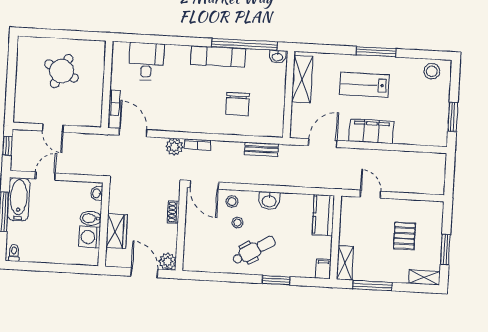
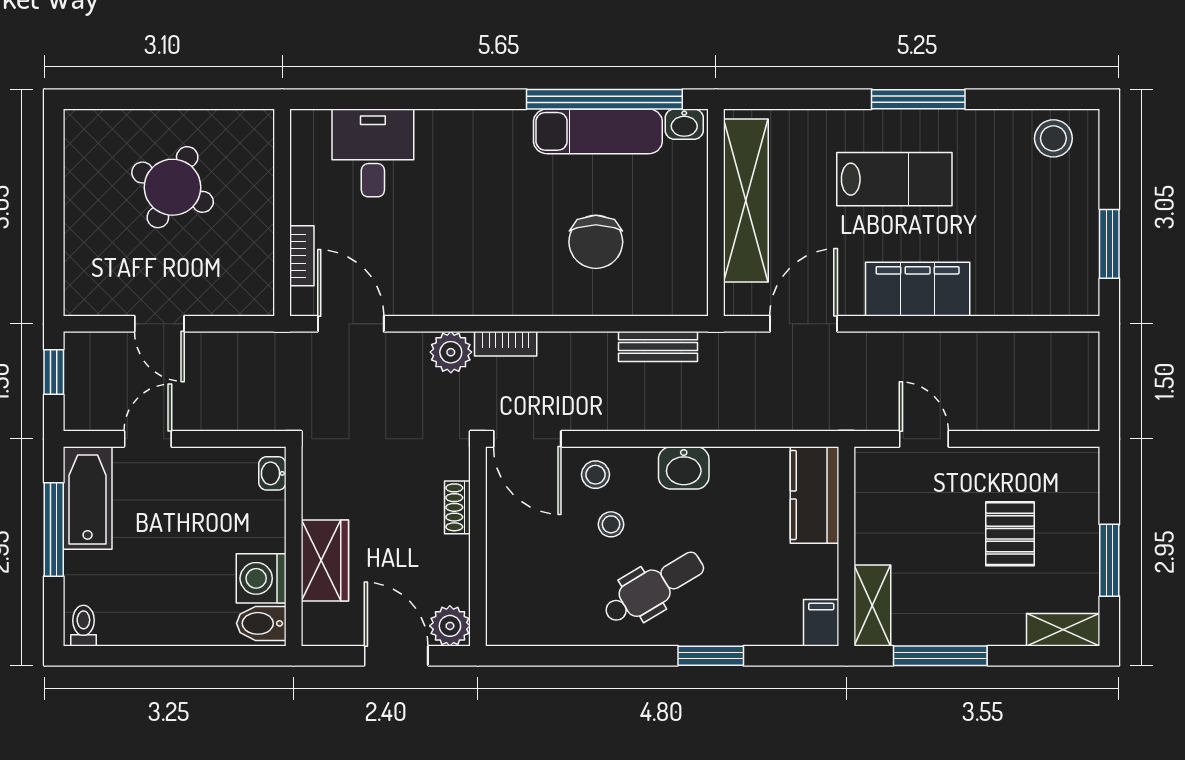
exam couch: (218, 56) -> (598, 131), moved
shelving: (302, 79) -> (746, 200), width x1.47
lab bench: (364, 85) -> (894, 179), turned 180
bidet: (91, 218) -> (261, 623), moved

